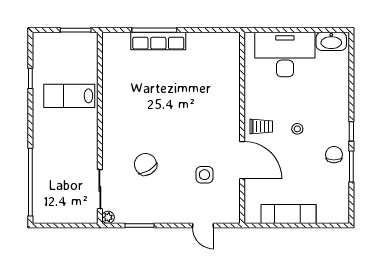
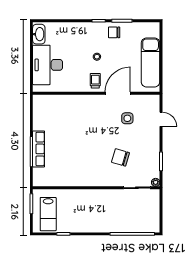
lab bench: (69, 96) -> (48, 214), moved
chair: (146, 164) -> (120, 157), turned 46
exam couch: (288, 214) -> (151, 63), width x1.36, depth x1.45
door: (203, 226) -> (161, 119), hinge flipped

